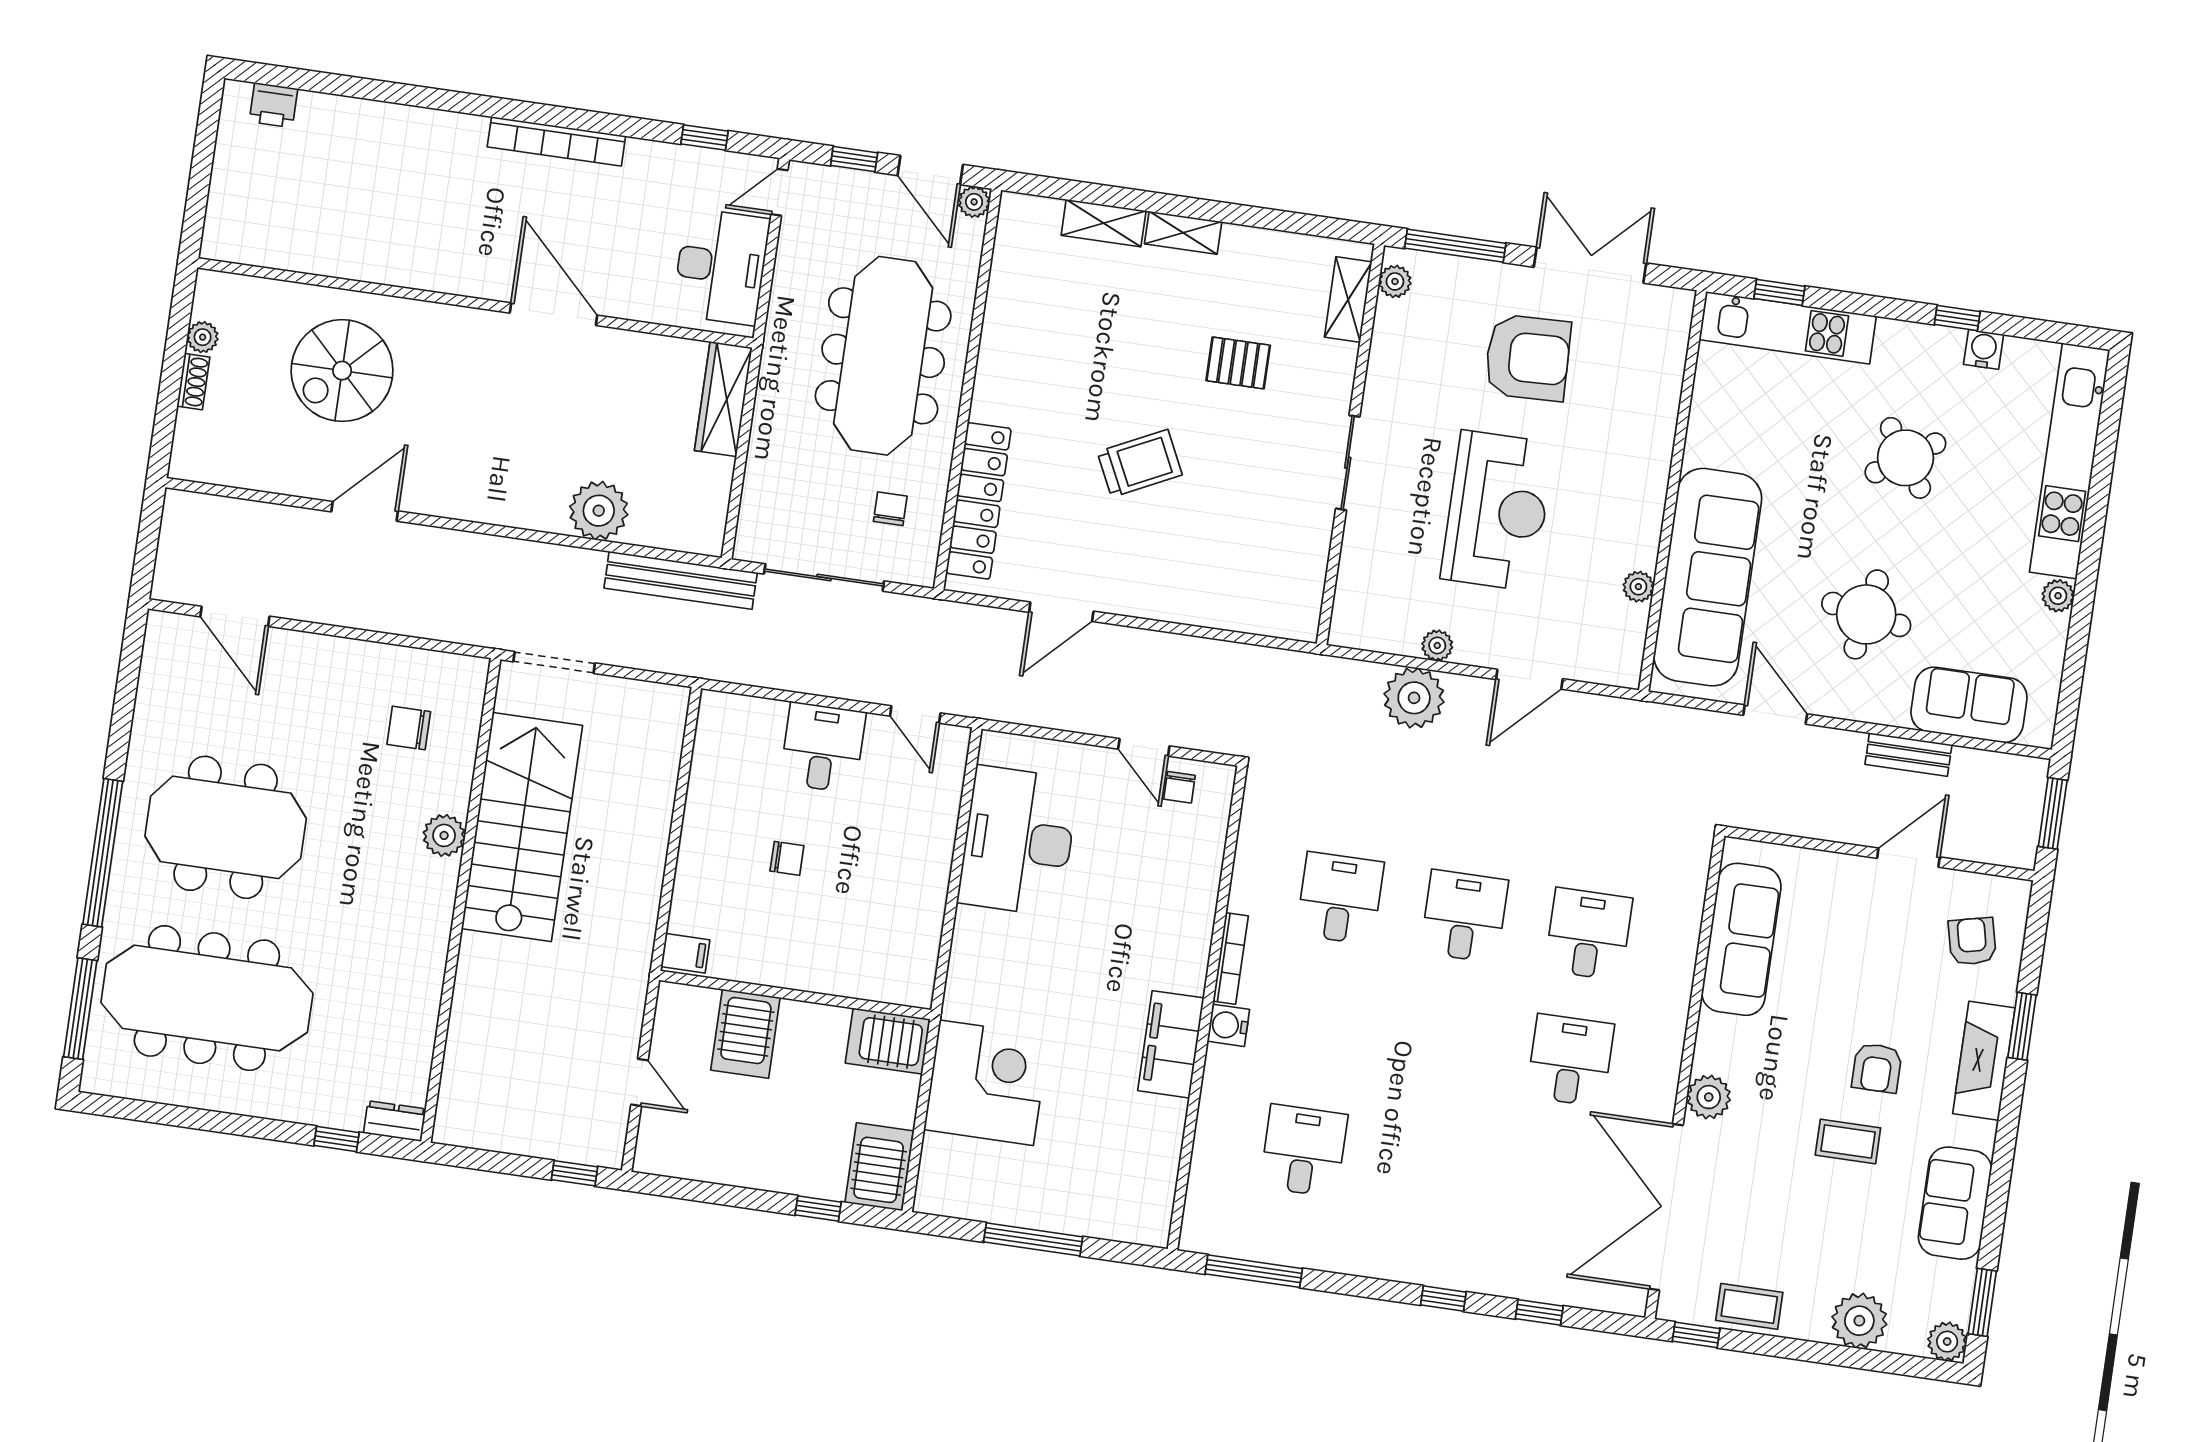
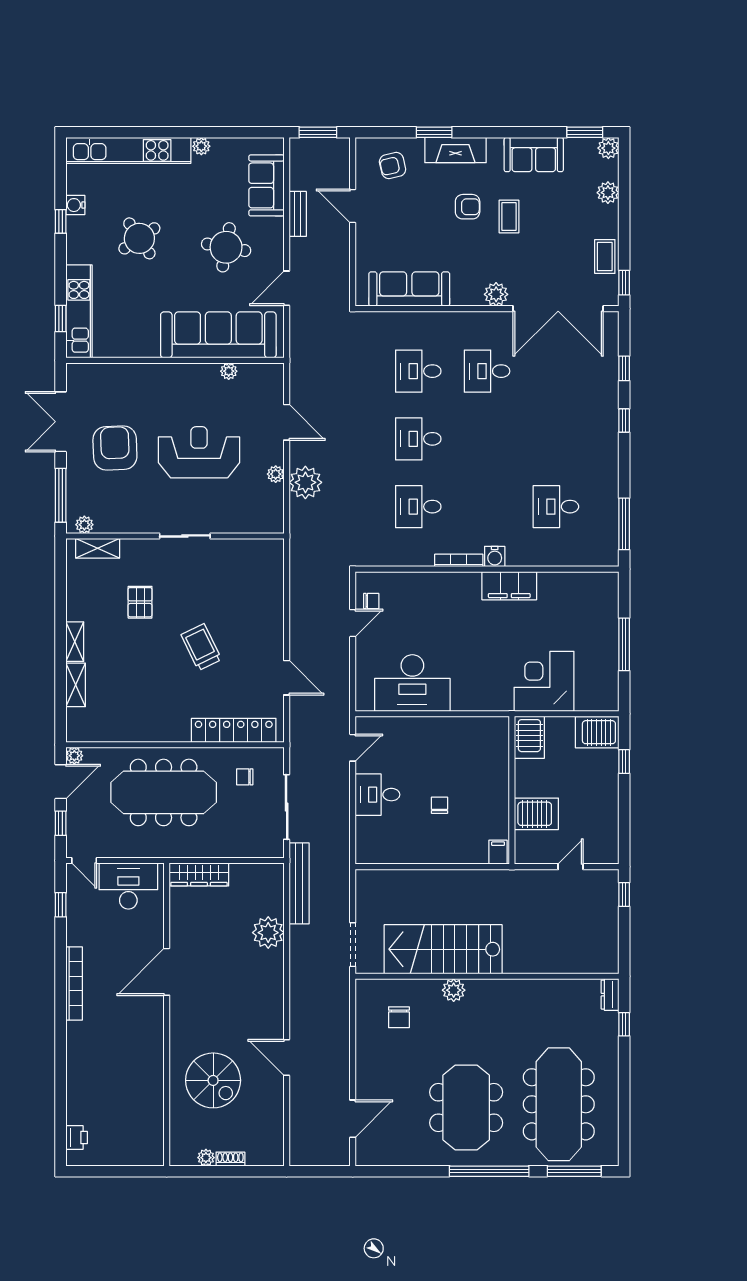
plant: (1859, 1321) -> (608, 193), width x0.73, depth x0.73

